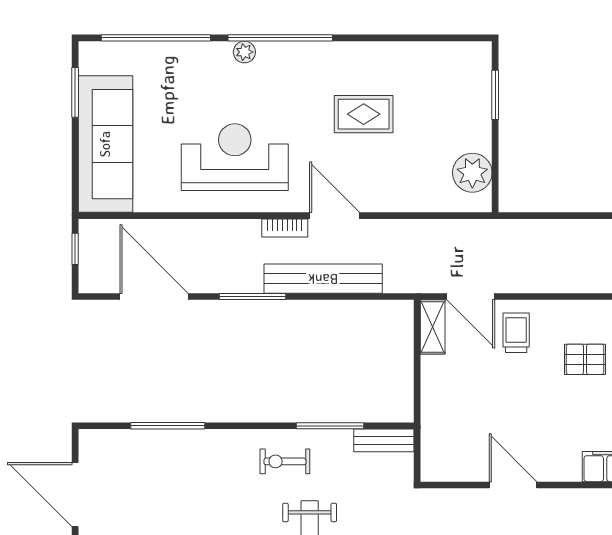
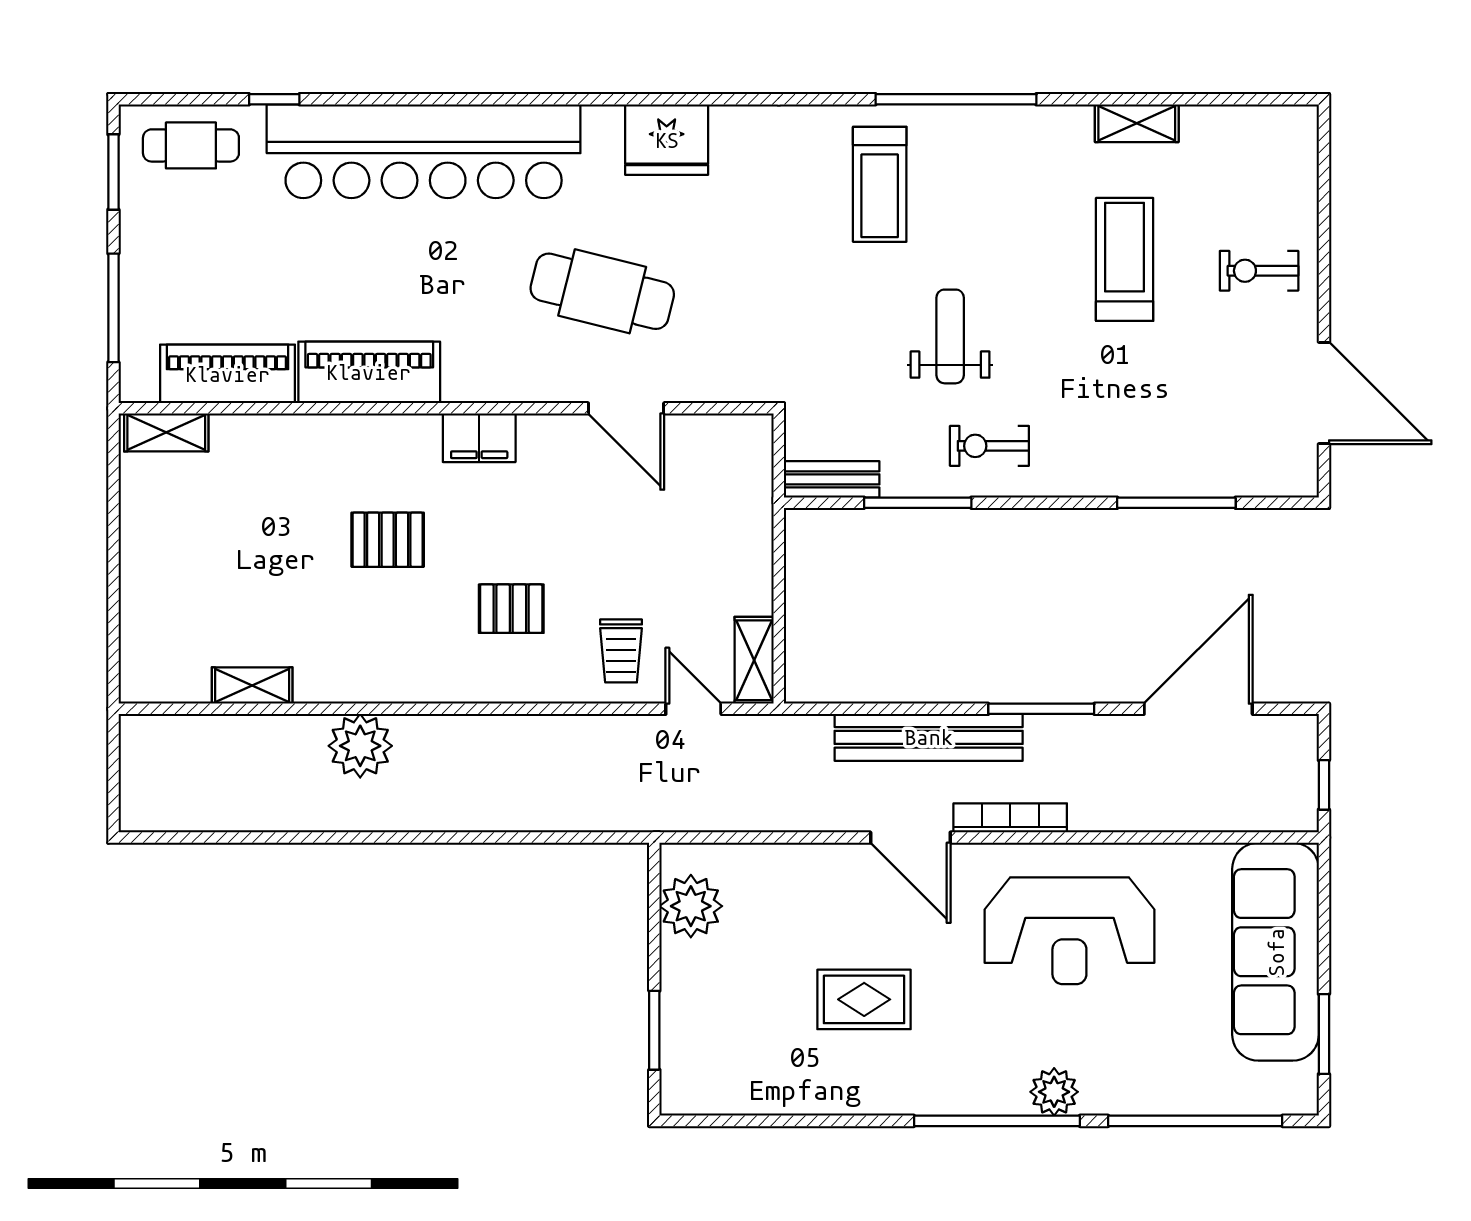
plant: (244, 52) -> (1054, 1092), width x1.38, depth x1.38
bookcase: (285, 228) -> (1010, 818), width x1.56
door: (154, 296) -> (1198, 709), swing flipped
door: (471, 296) -> (693, 709), width x0.73
exercise bike: (285, 461) -> (989, 446), turned 180

